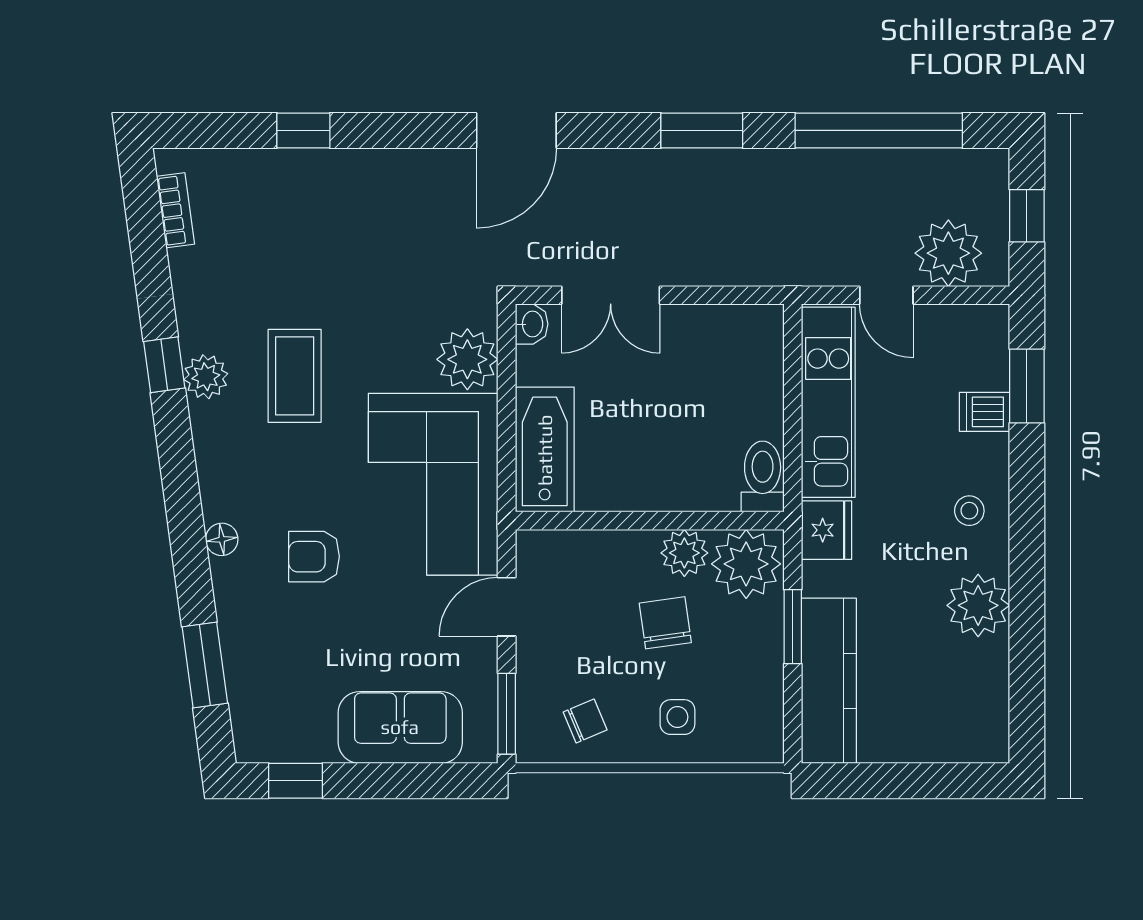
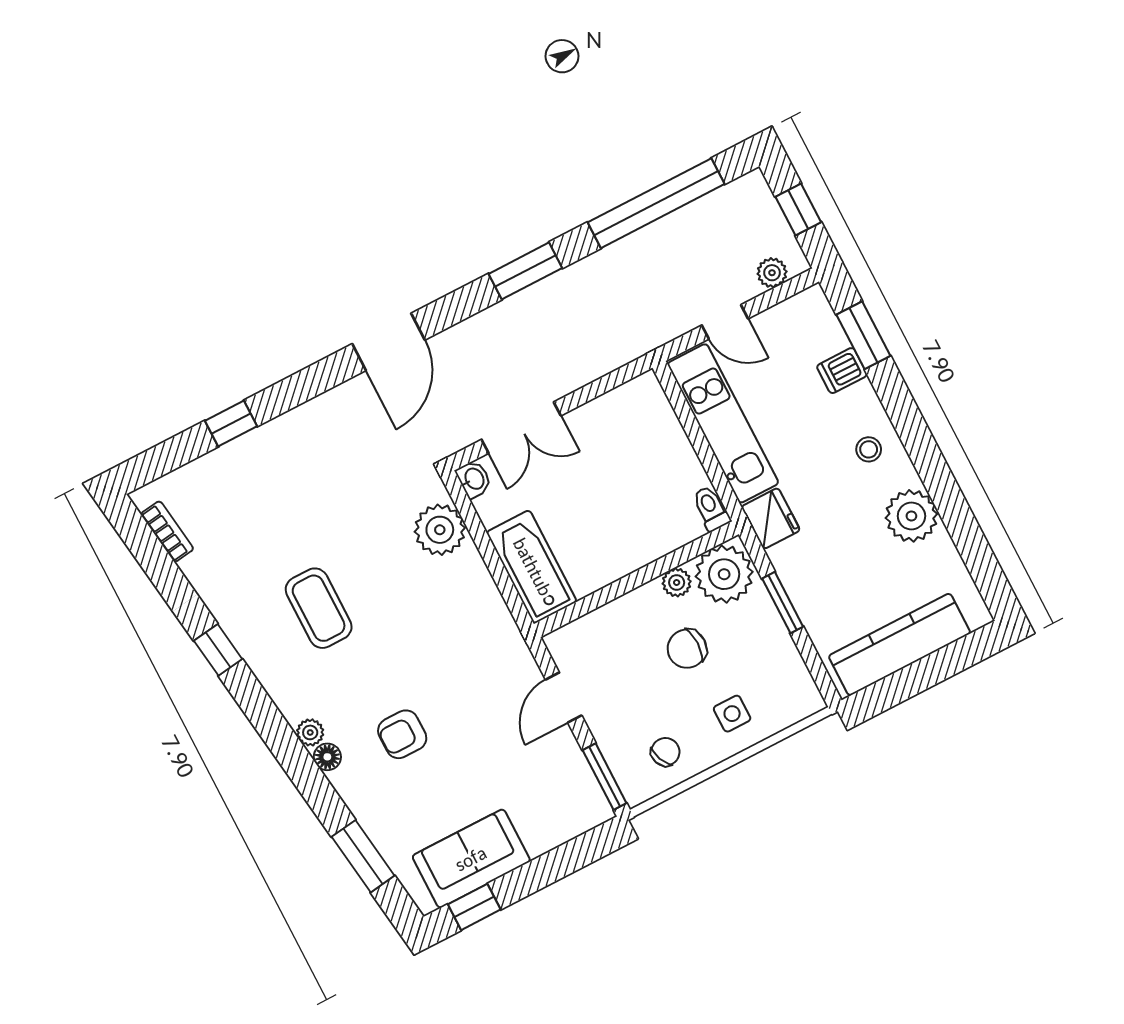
plant: (948, 253) -> (772, 273), width x0.53, depth x0.53
plant: (206, 377) -> (310, 732), moved, width x0.73, depth x0.73
toilet: (763, 477) -> (711, 508), width x0.73, depth x0.72
corner sofa: (433, 484) -> (462, 635), removed
plant: (684, 553) -> (677, 582), width x0.73, depth x0.73
chair: (665, 623) -> (687, 649), turned -82
kitchen counter: (829, 681) -> (899, 644), moved, turned -90
sofa: (400, 727) -> (471, 859), moved

